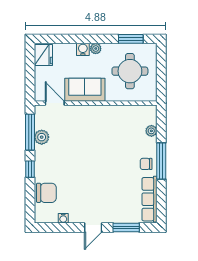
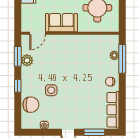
door: (55, 103) -> (38, 33), swing flipped
window: (30, 132) -> (18, 56), width x0.69
window: (161, 161) -> (122, 59), moved
side table: (72, 175) -> (51, 90), added

